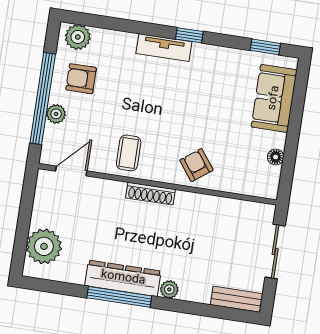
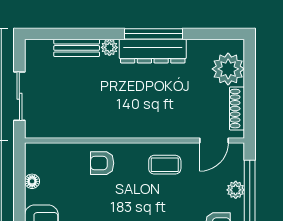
coffee table: (129, 153) -> (165, 165), turned 90
armchair: (196, 165) -> (102, 163), turned 127
shoe rack: (151, 194) -> (237, 109), moved, turned -90
bench: (237, 299) -> (77, 48), moved

